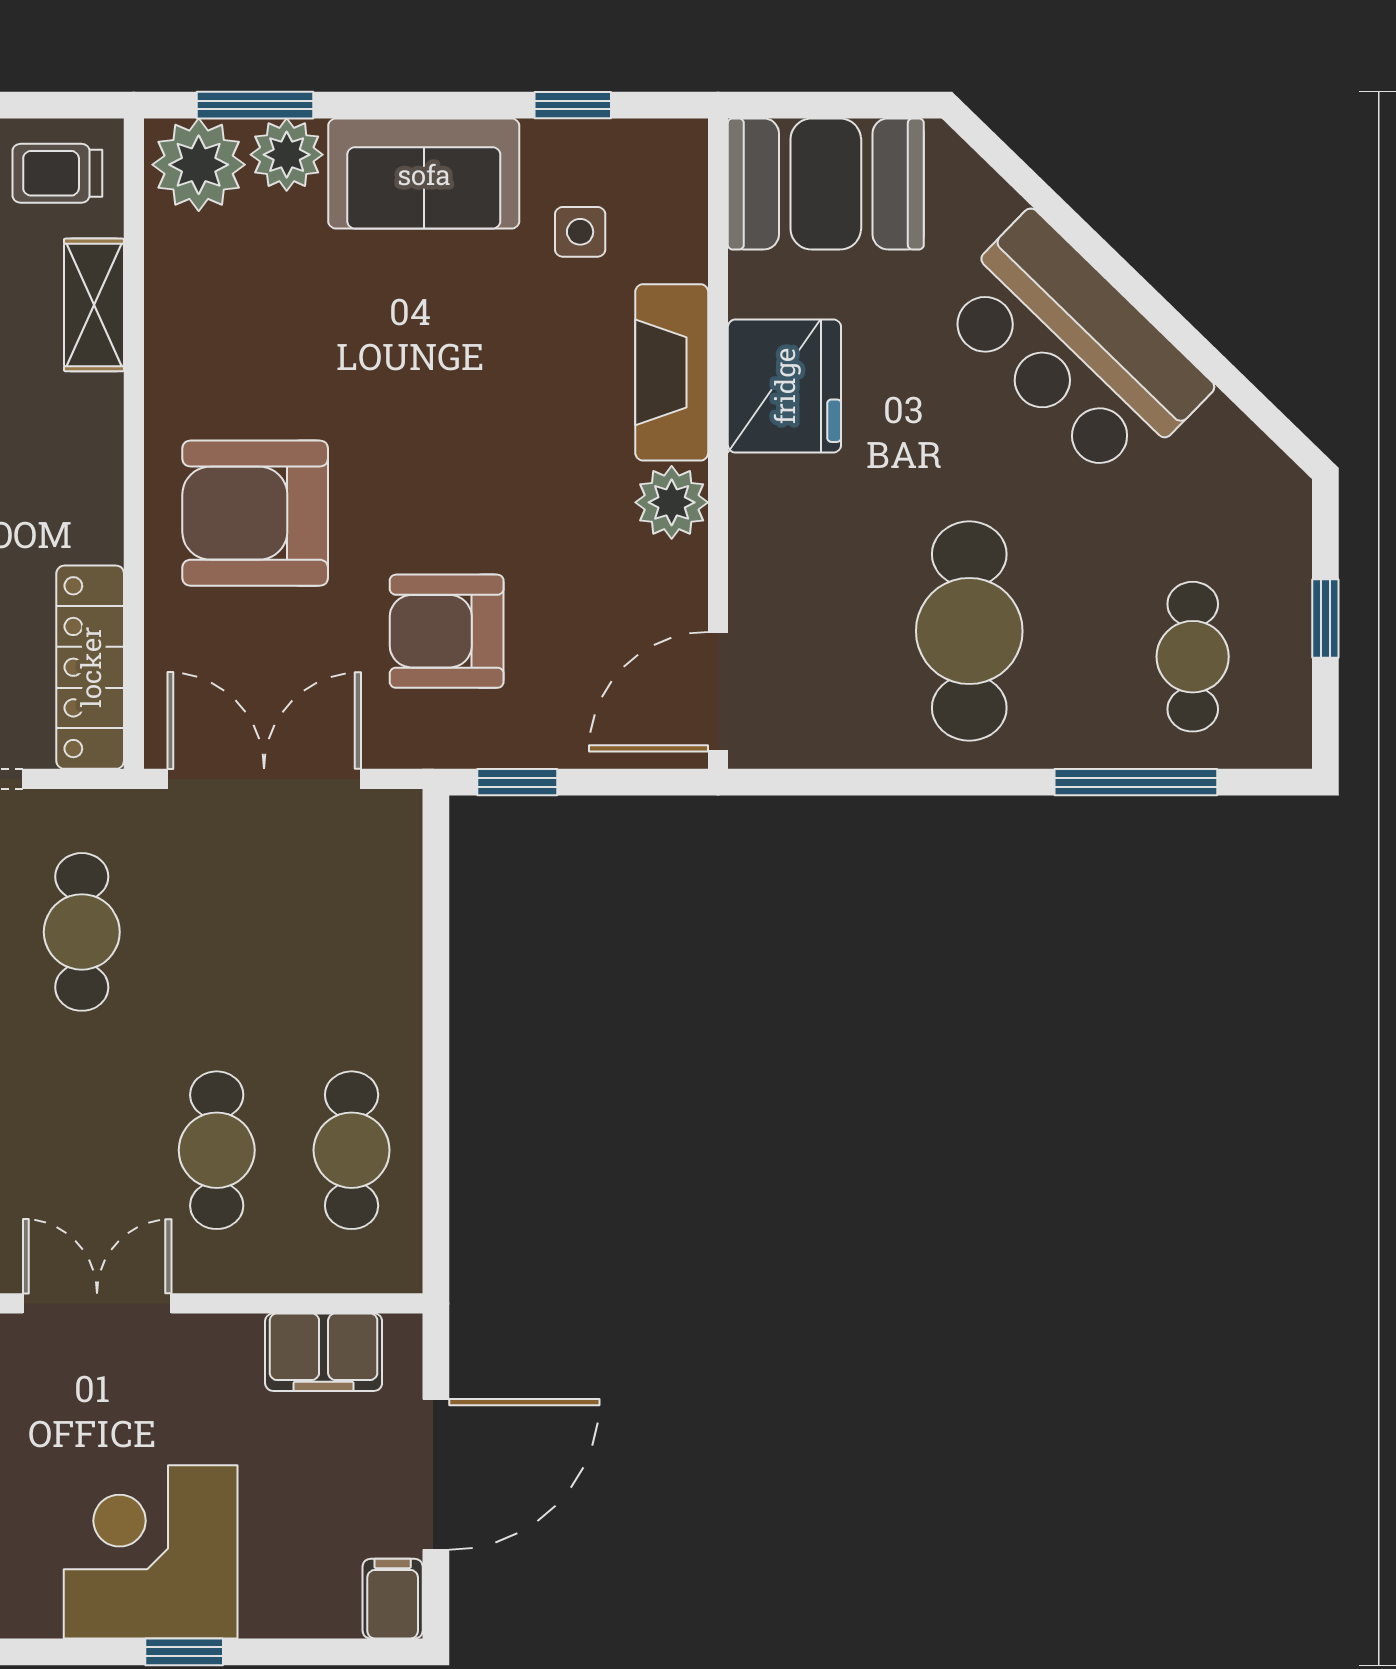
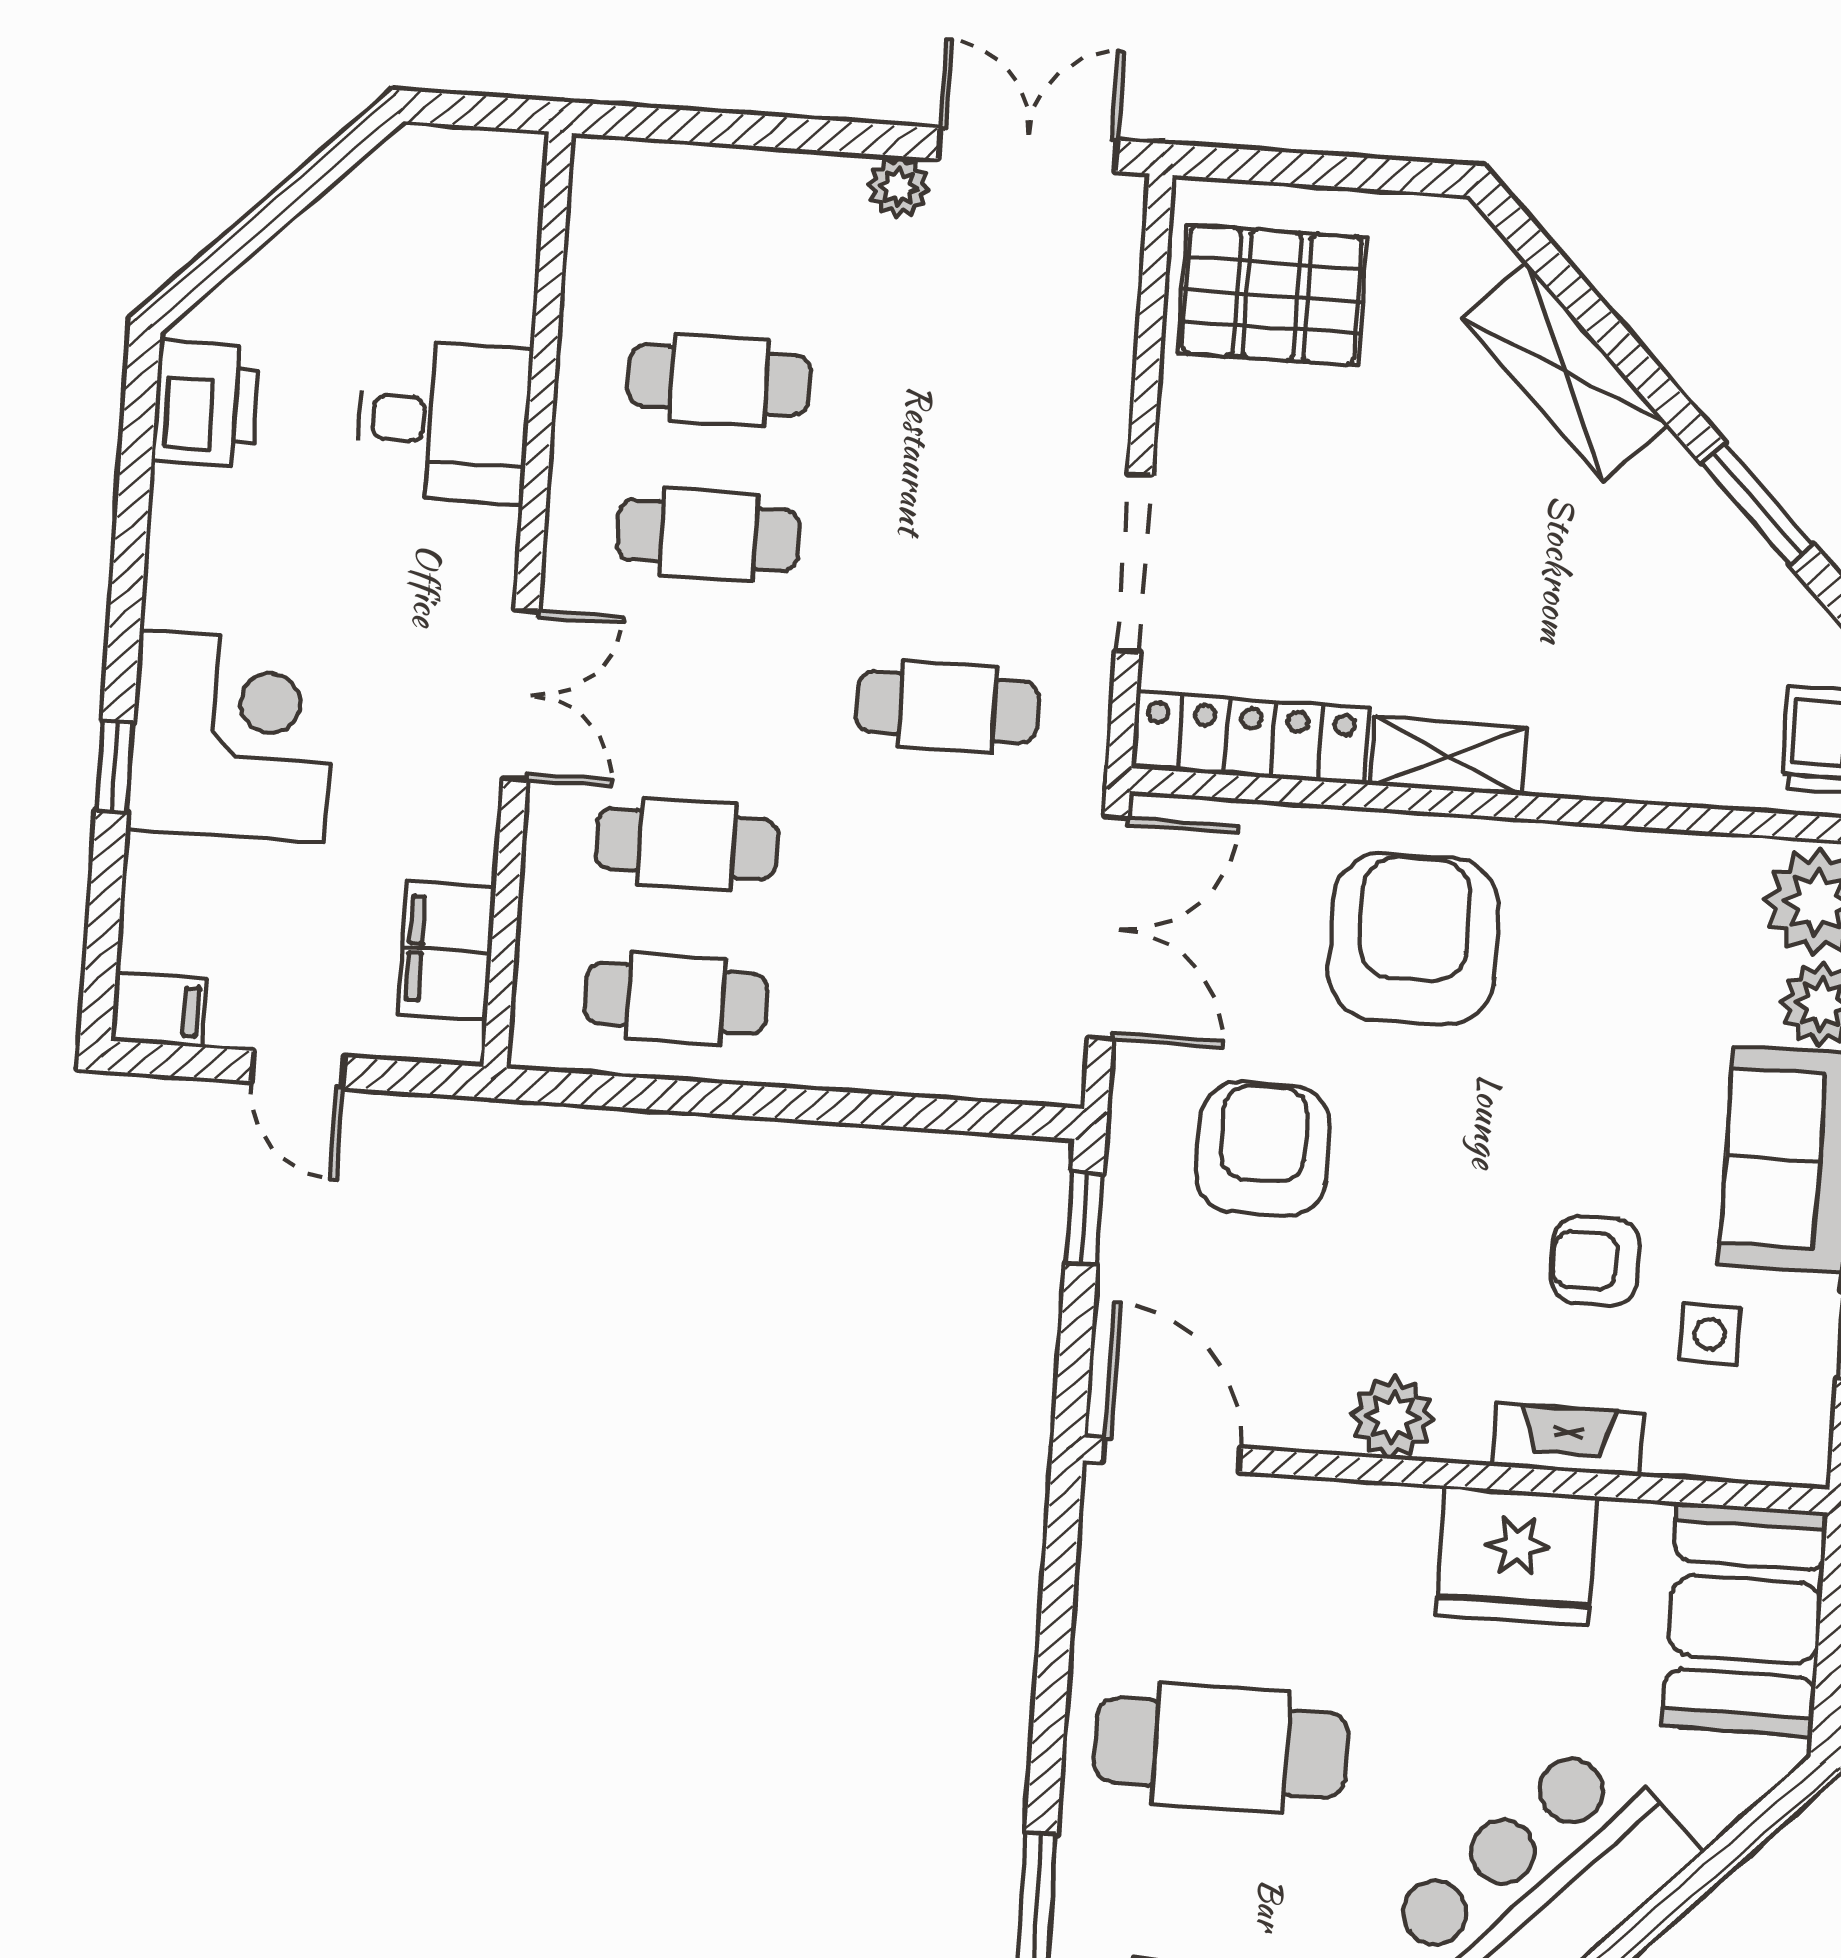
shelving: (94, 305) -> (1449, 756), moved
armchair: (524, 336) -> (1595, 1261), added
fireplace: (672, 372) -> (1568, 1440), width x0.73, depth x0.76
door: (436, 1474) -> (298, 1069), width x0.53

